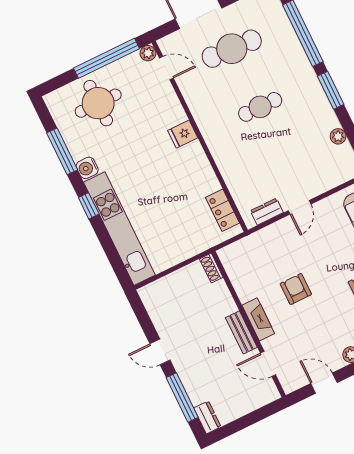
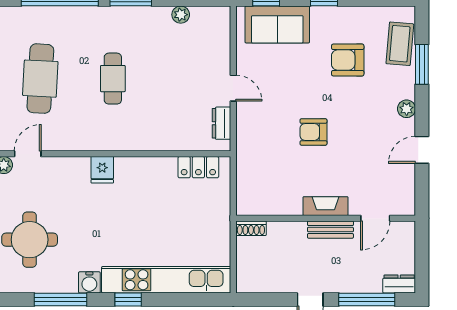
shoe rack: (211, 268) -> (251, 228), moved
fireplace: (258, 319) -> (325, 206), moved
wall: (249, 324) -> (326, 218), moved
bench: (241, 332) -> (330, 230), moved
door: (268, 364) -> (375, 218), moved

